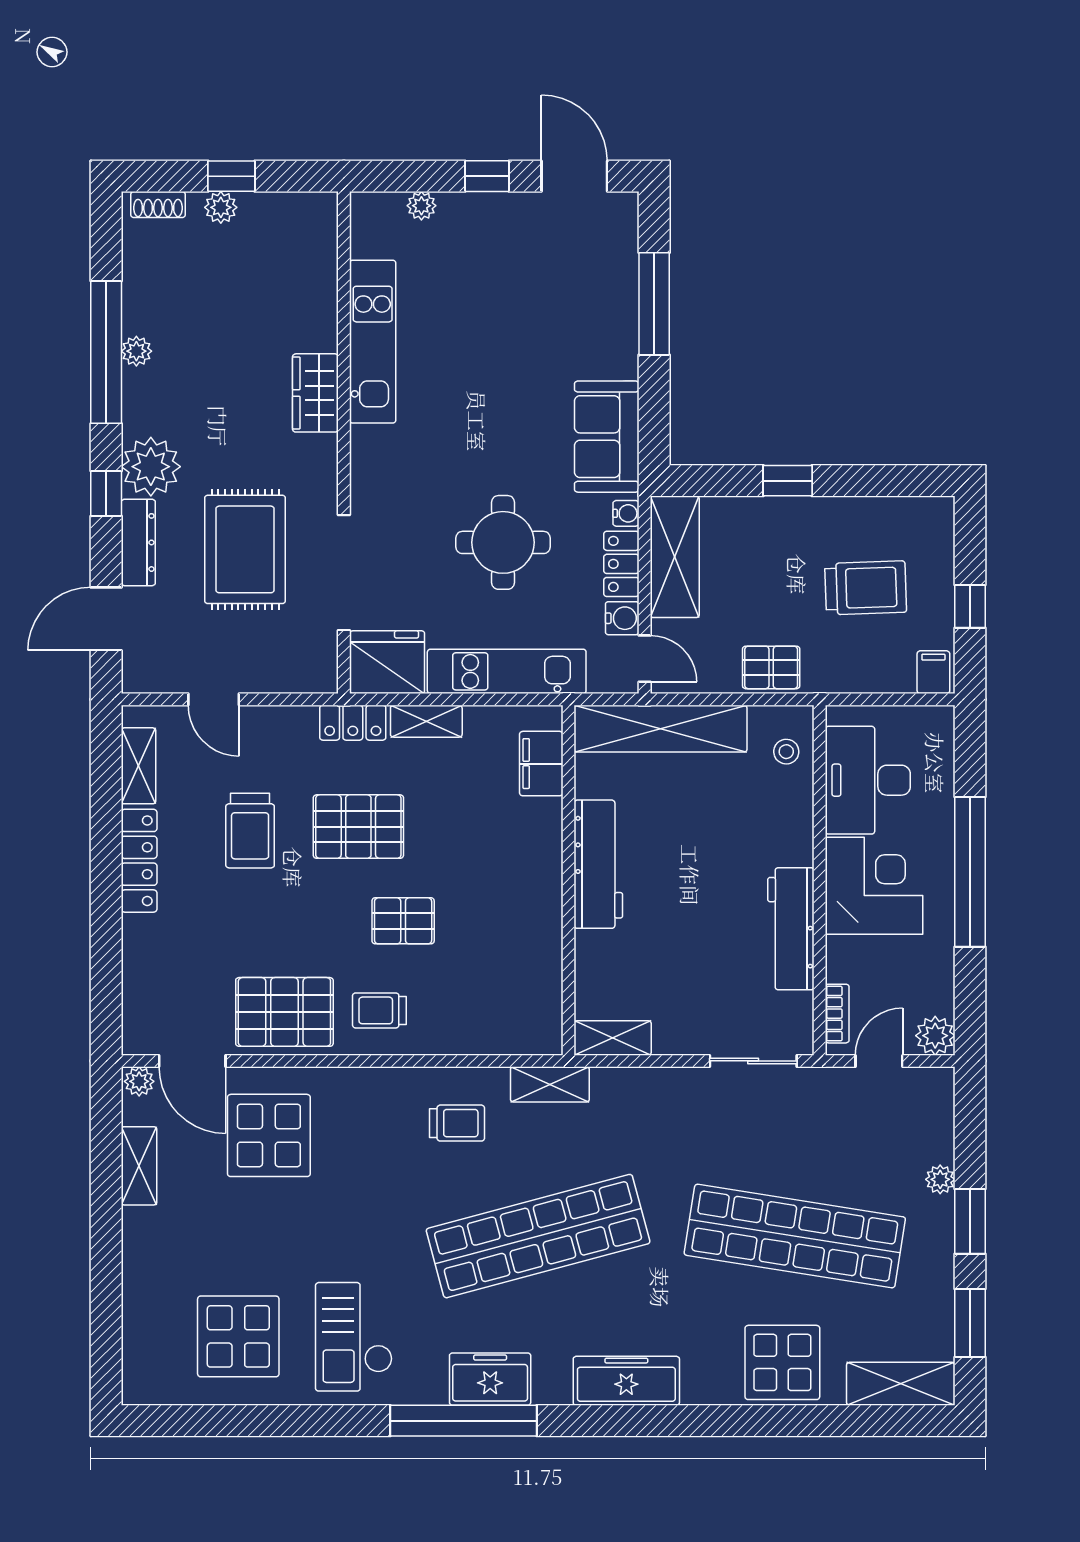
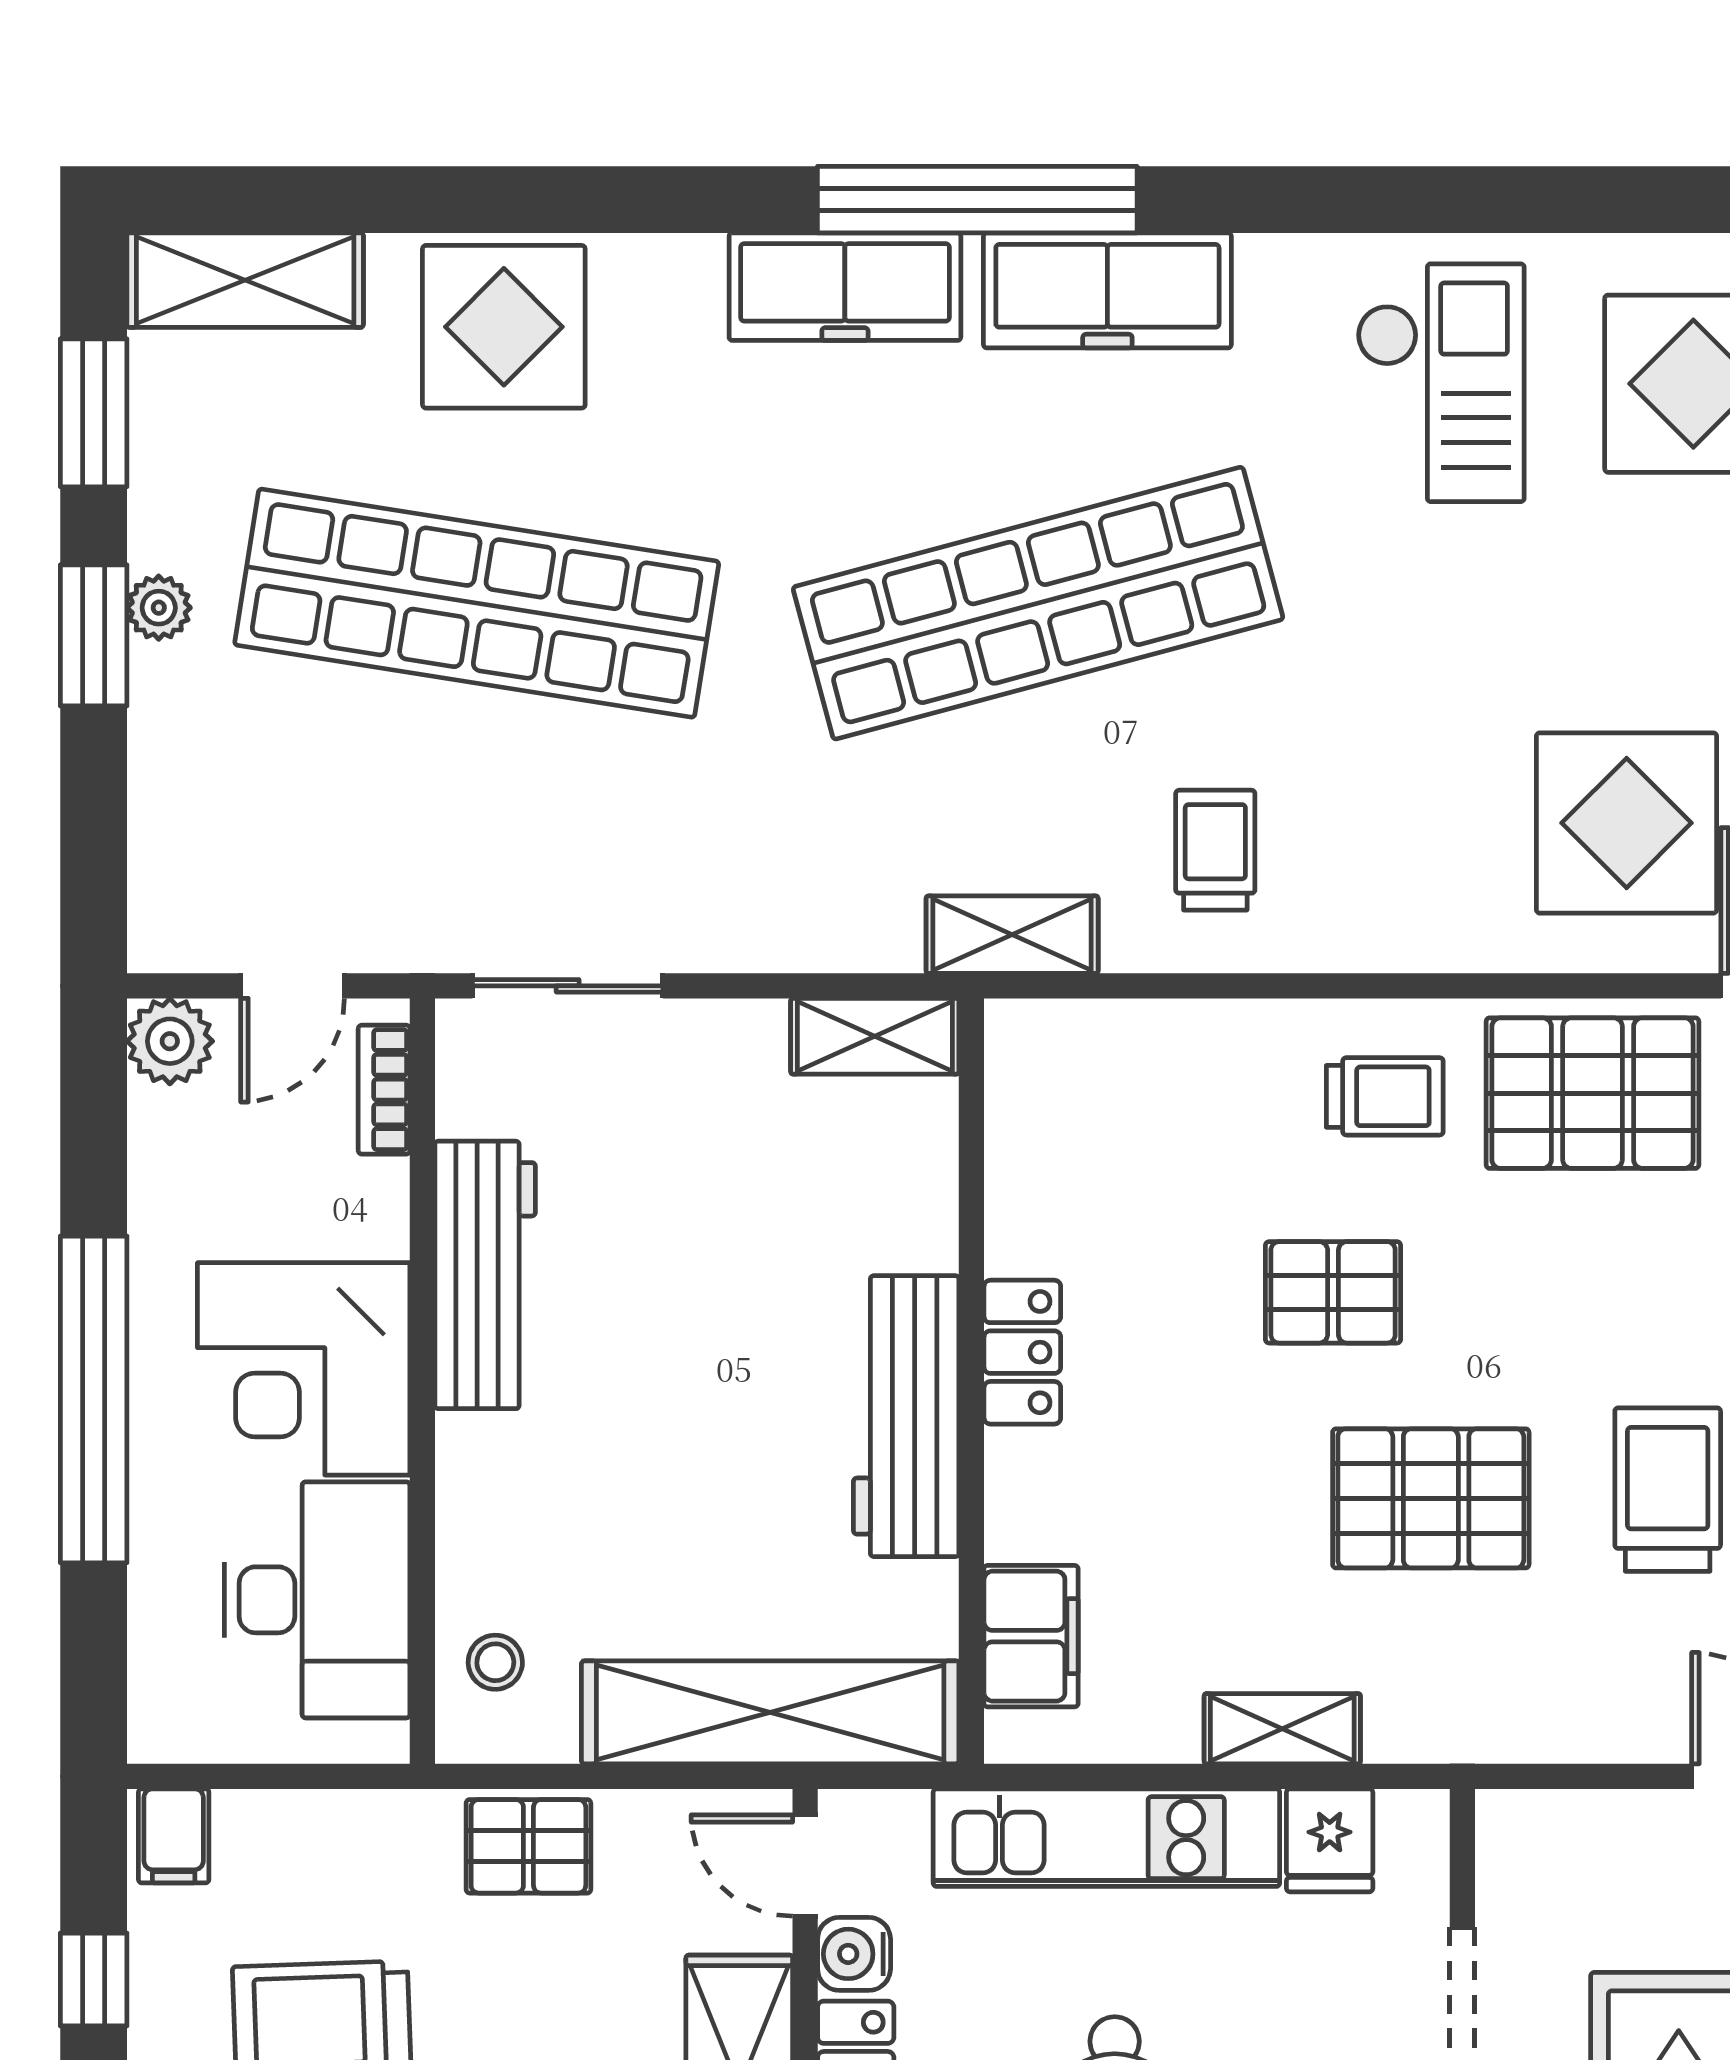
fridge: (387, 662) -> (1330, 1840), width x0.53, depth x0.75
locker: (353, 723) -> (1022, 1352), moved, turned 90
trolley: (457, 1123) -> (1215, 850), turned 90
plant: (940, 1179) -> (159, 608), moved
freezer: (490, 1379) -> (1107, 290), width x1.40
window: (464, 1421) -> (977, 200), moved

